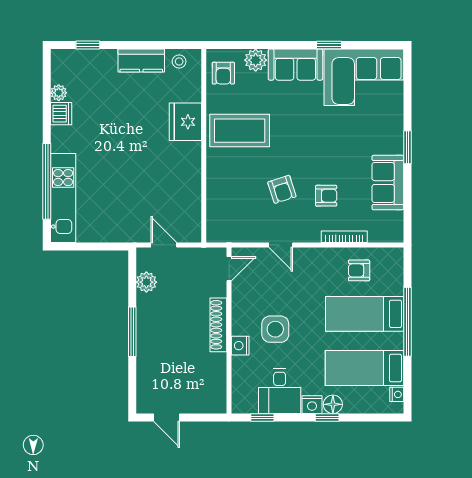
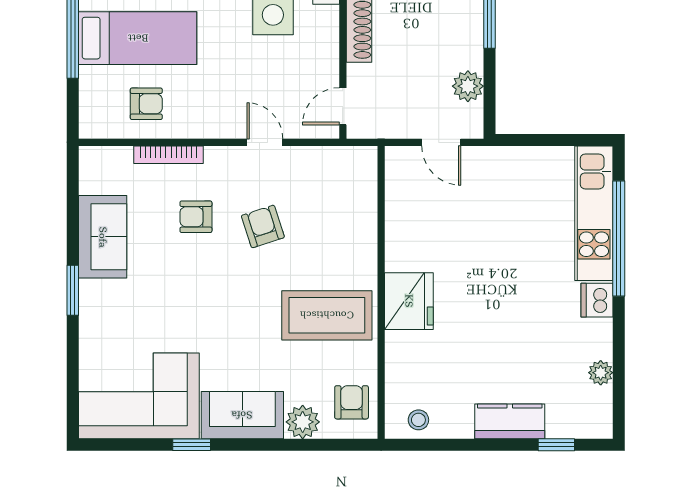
kitchen counter: (141, 60) -> (510, 421), moved
dishwasher: (61, 114) -> (597, 300), moved
fridge: (185, 122) -> (409, 301), moved

